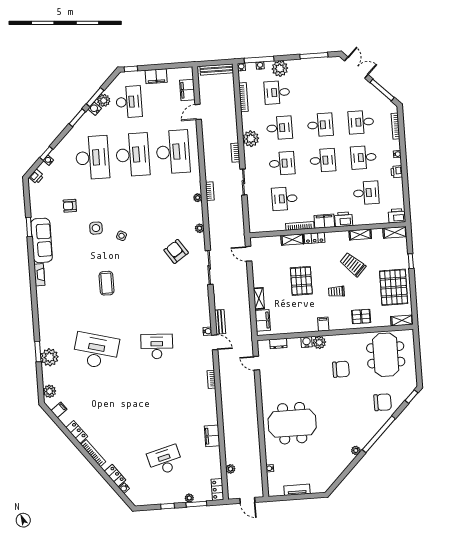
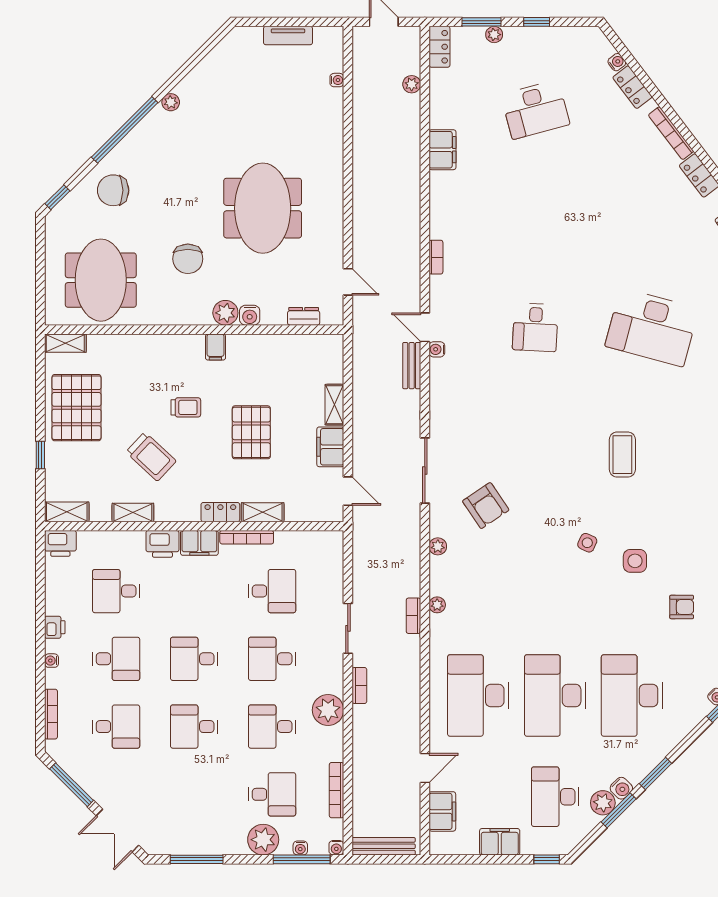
pallet: (361, 317) -> (142, 356), removed
filing cabinet: (263, 320) -> (330, 447), moved
desk: (157, 346) -> (535, 327), width x0.73
chair: (341, 369) -> (188, 259), turned -90
meeting table: (292, 423) -> (263, 208), moved, turned 90

